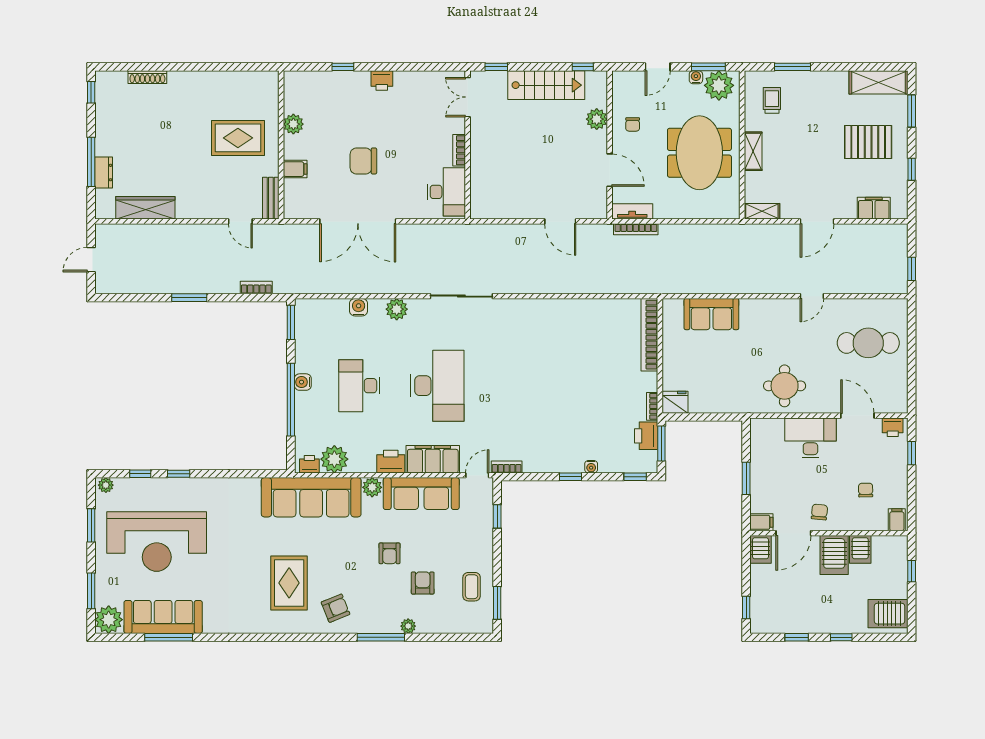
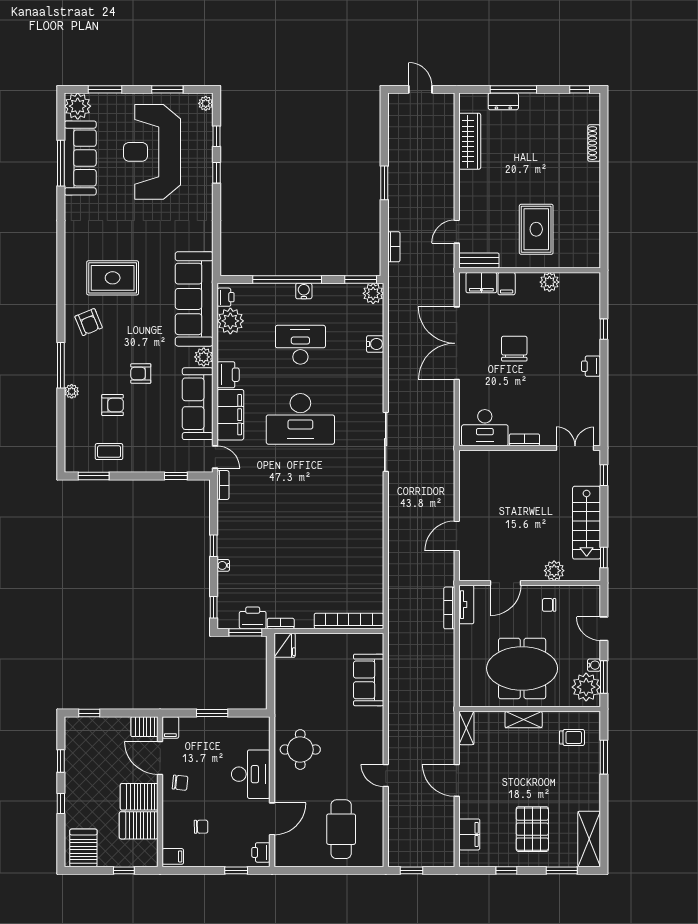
filing cabinet: (294, 196) -> (481, 283), added
plant: (397, 309) -> (373, 293), moved
server rack: (860, 549) -> (139, 825), width x1.36, depth x1.44

